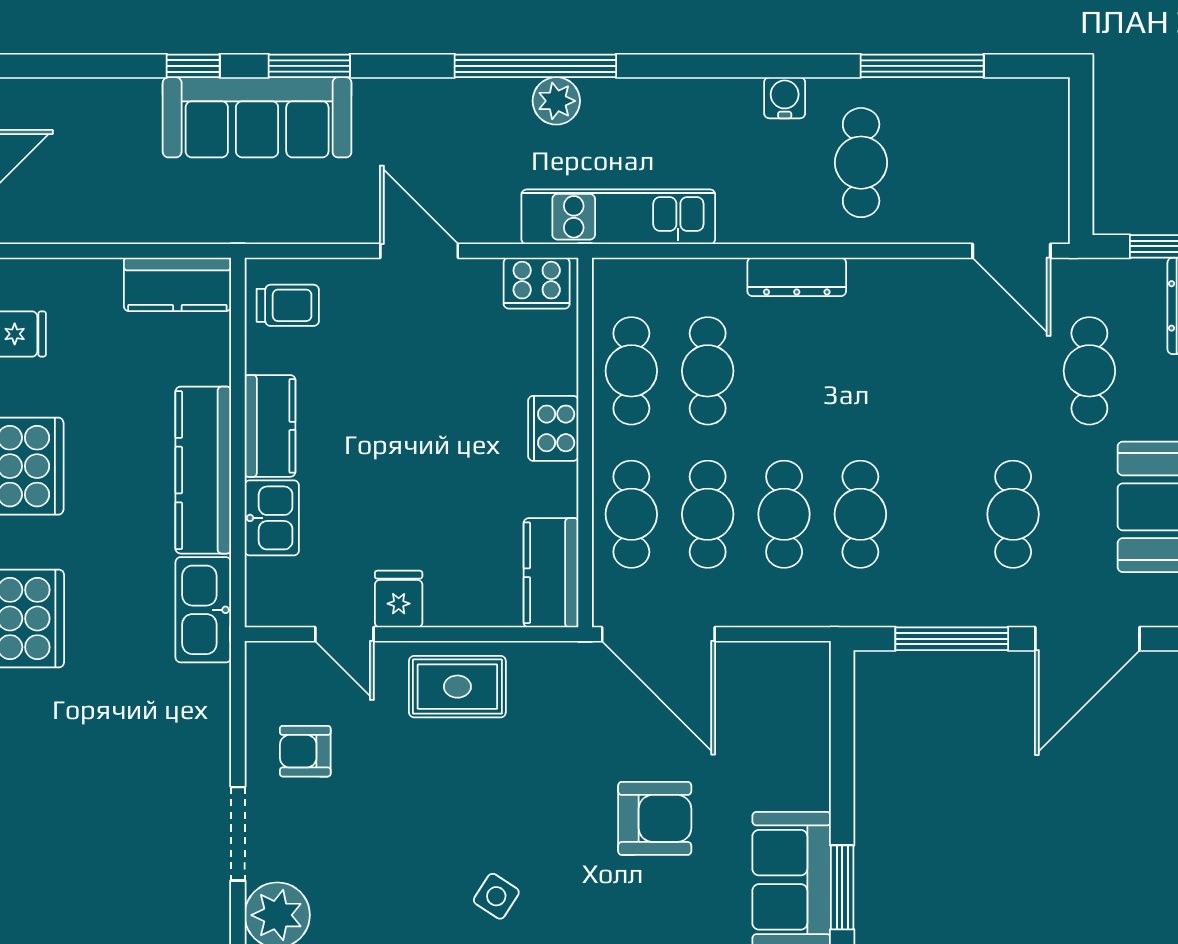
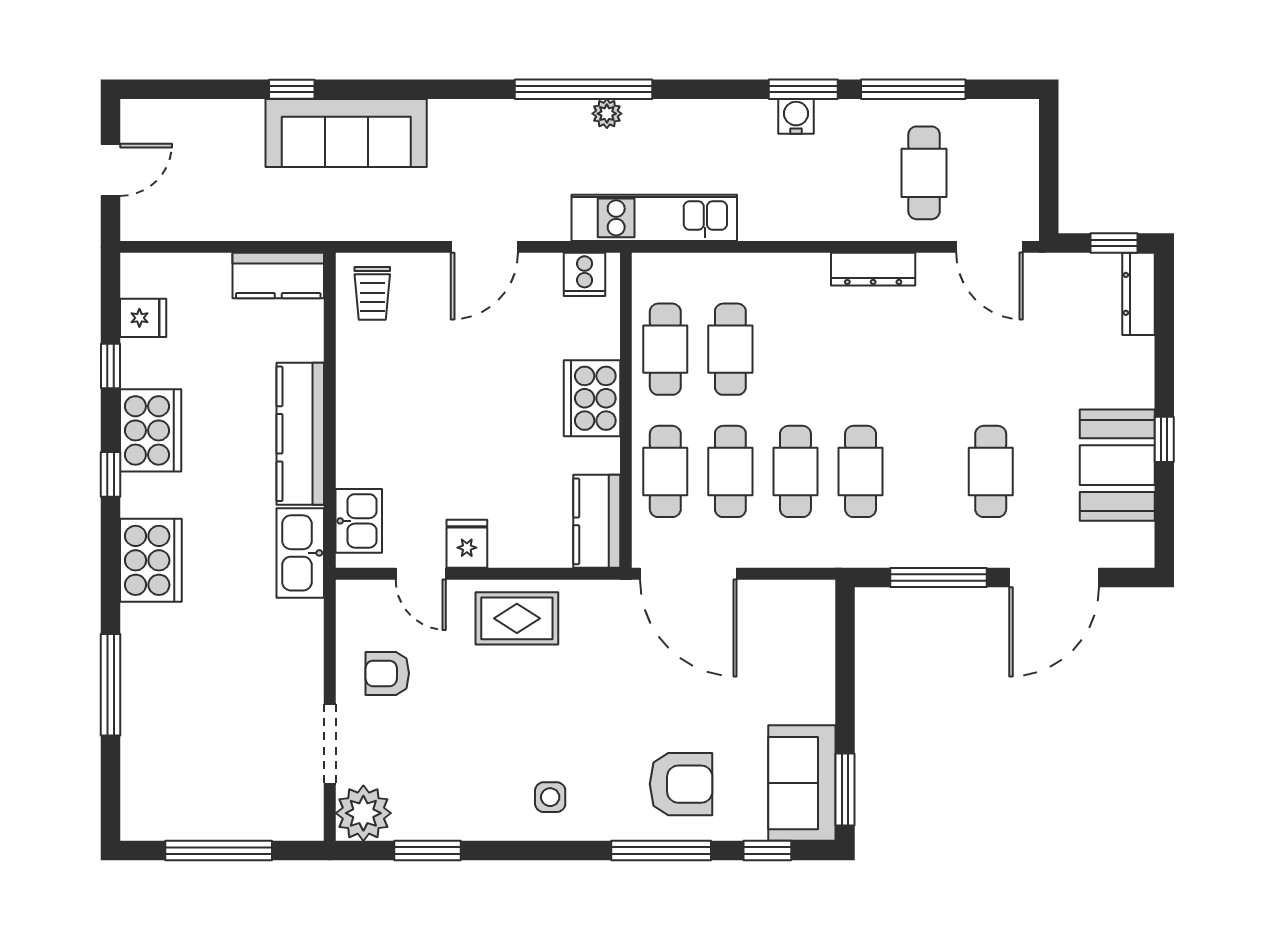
window: (309, 66) -> (803, 89), moved
plant: (556, 101) -> (607, 114), width x0.73, depth x0.73
cafe table: (861, 163) -> (924, 173), moved
door: (419, 251) -> (484, 247), swing flipped
dresser: (797, 277) -> (873, 269), moved
cooker: (537, 283) -> (585, 274), width x0.73
trolley: (288, 305) -> (372, 293), turned 90
cafe table: (1089, 371) -> (1056, 349), removed
kitchen counter: (270, 426) -> (357, 396), removed
cooker: (553, 428) -> (592, 398), width x1.37, depth x1.31
kitchen sink: (272, 518) -> (359, 521), moved
armchair: (655, 818) -> (681, 784), moved
side table: (496, 896) -> (550, 797), turned -33

